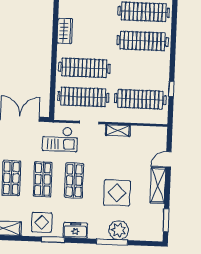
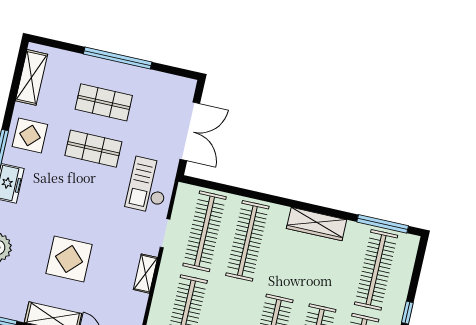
wardrobe: (65, 31) -> (317, 224), width x1.50
shop shelf: (74, 181) -> (83, 195), removed
display table: (117, 193) -> (69, 259), moved

